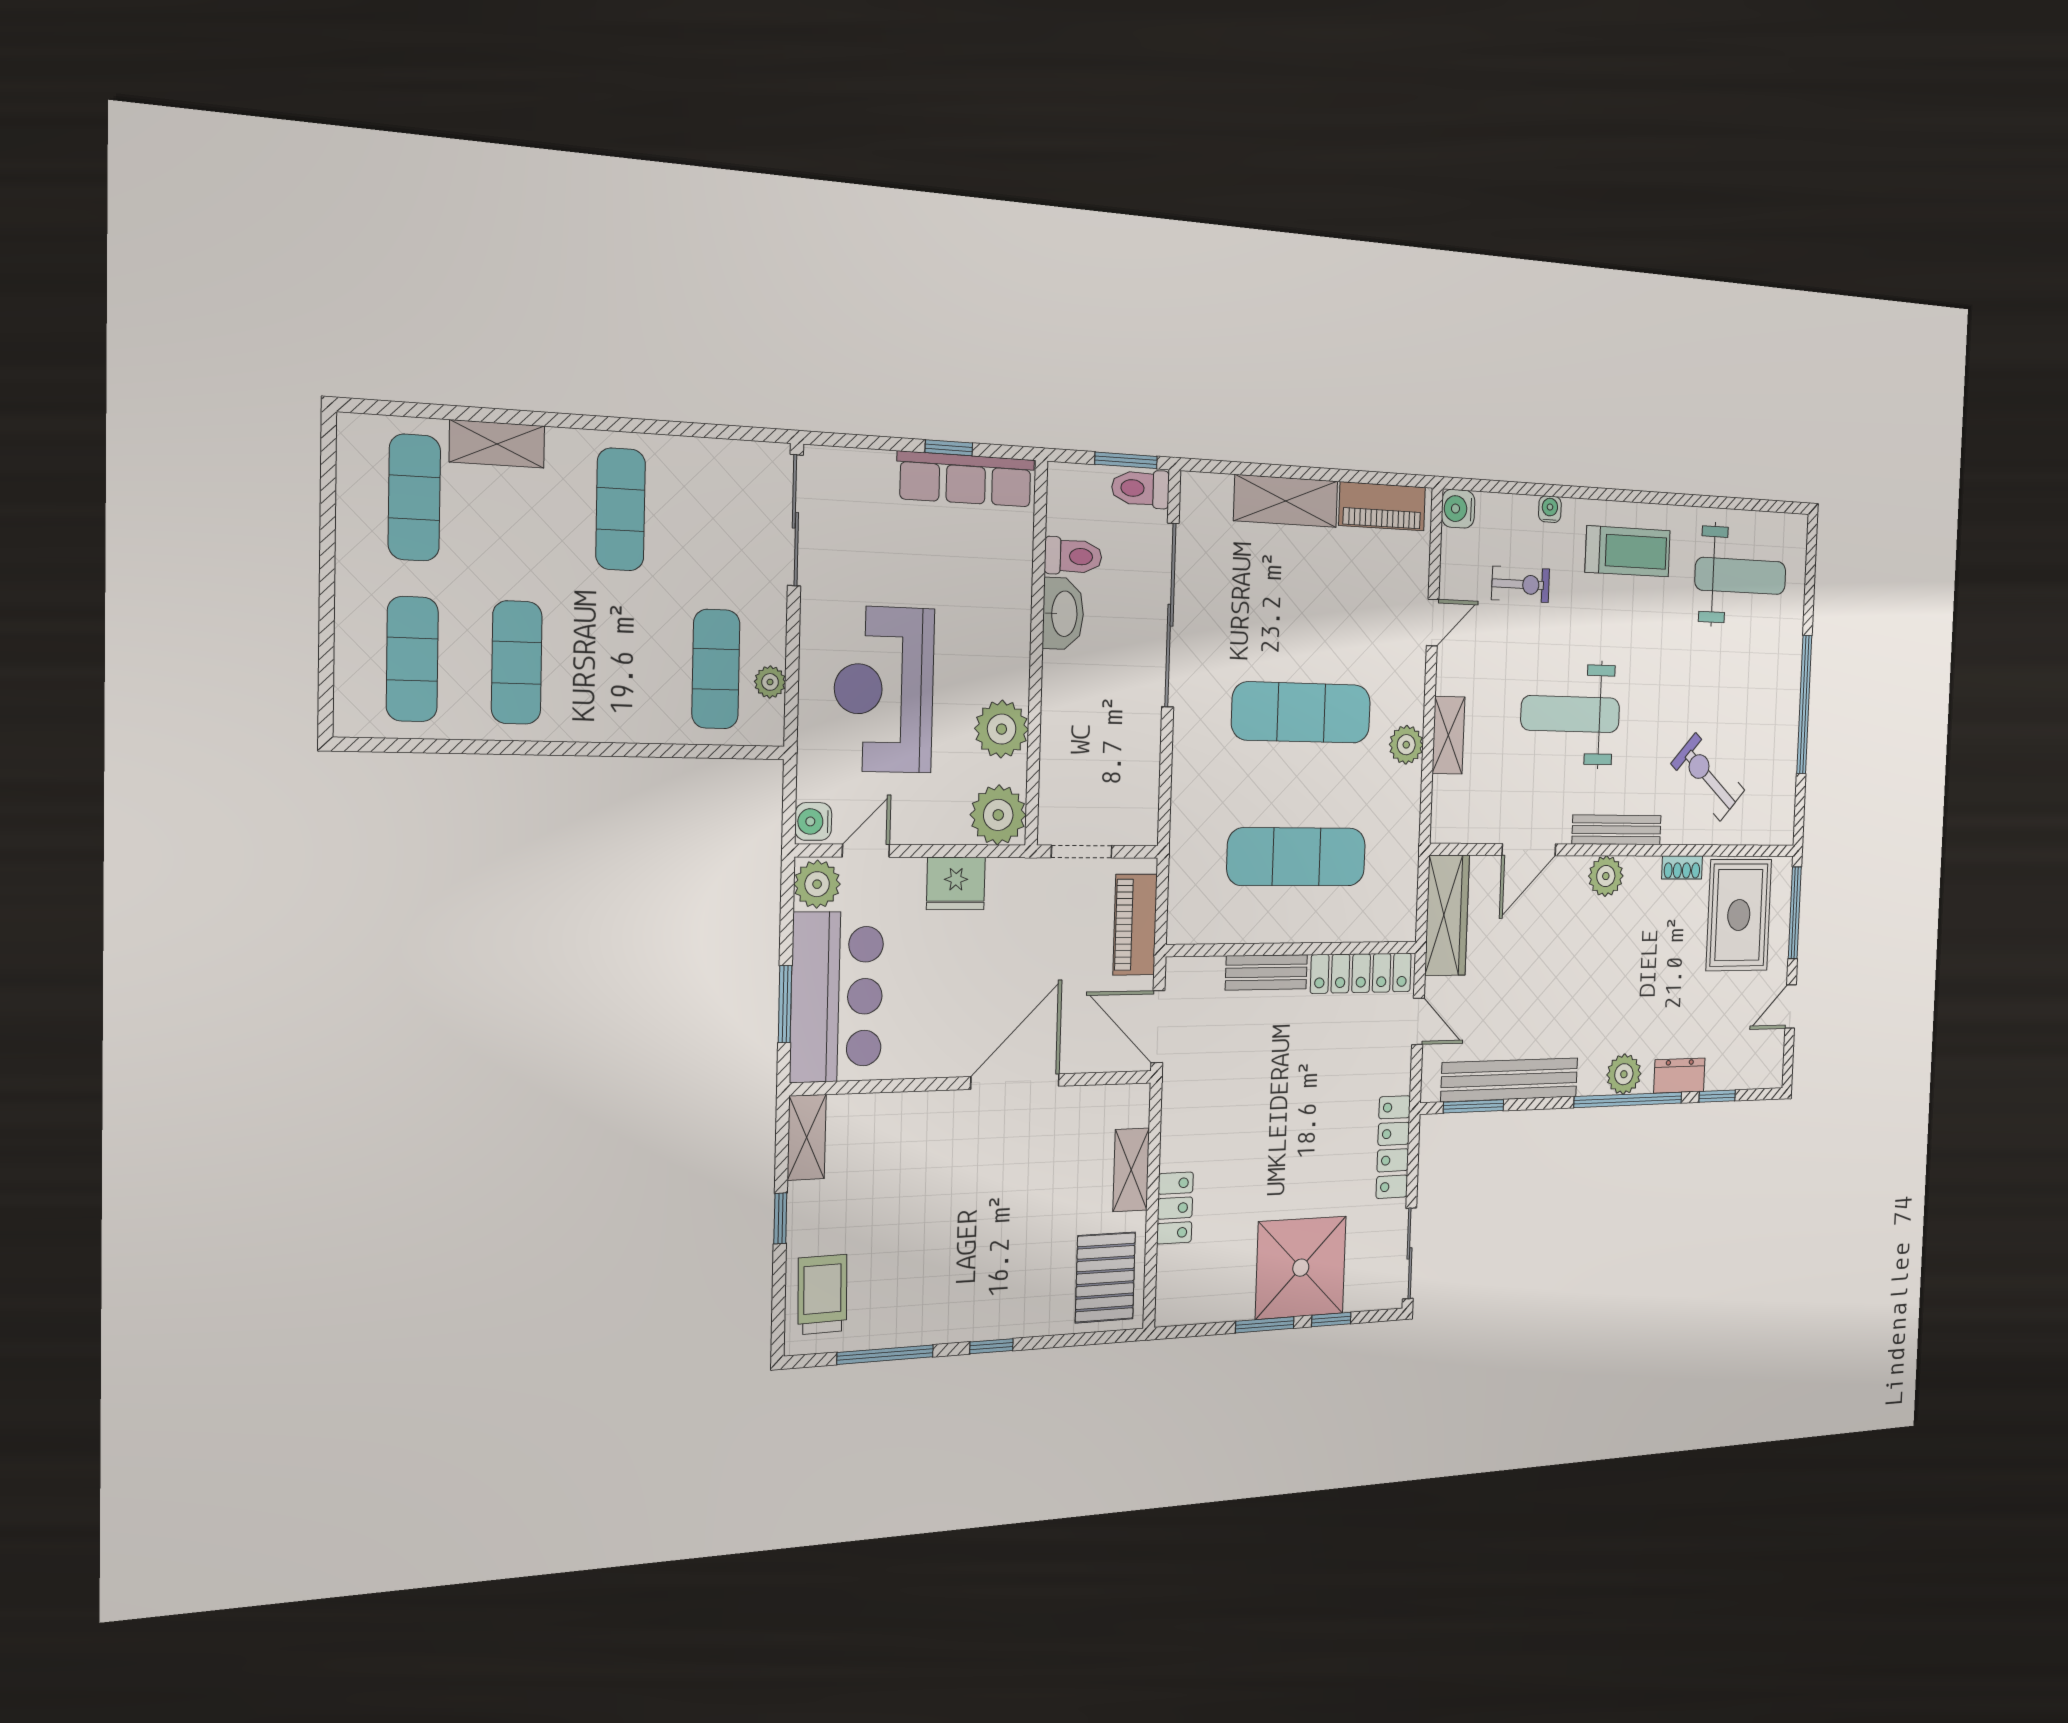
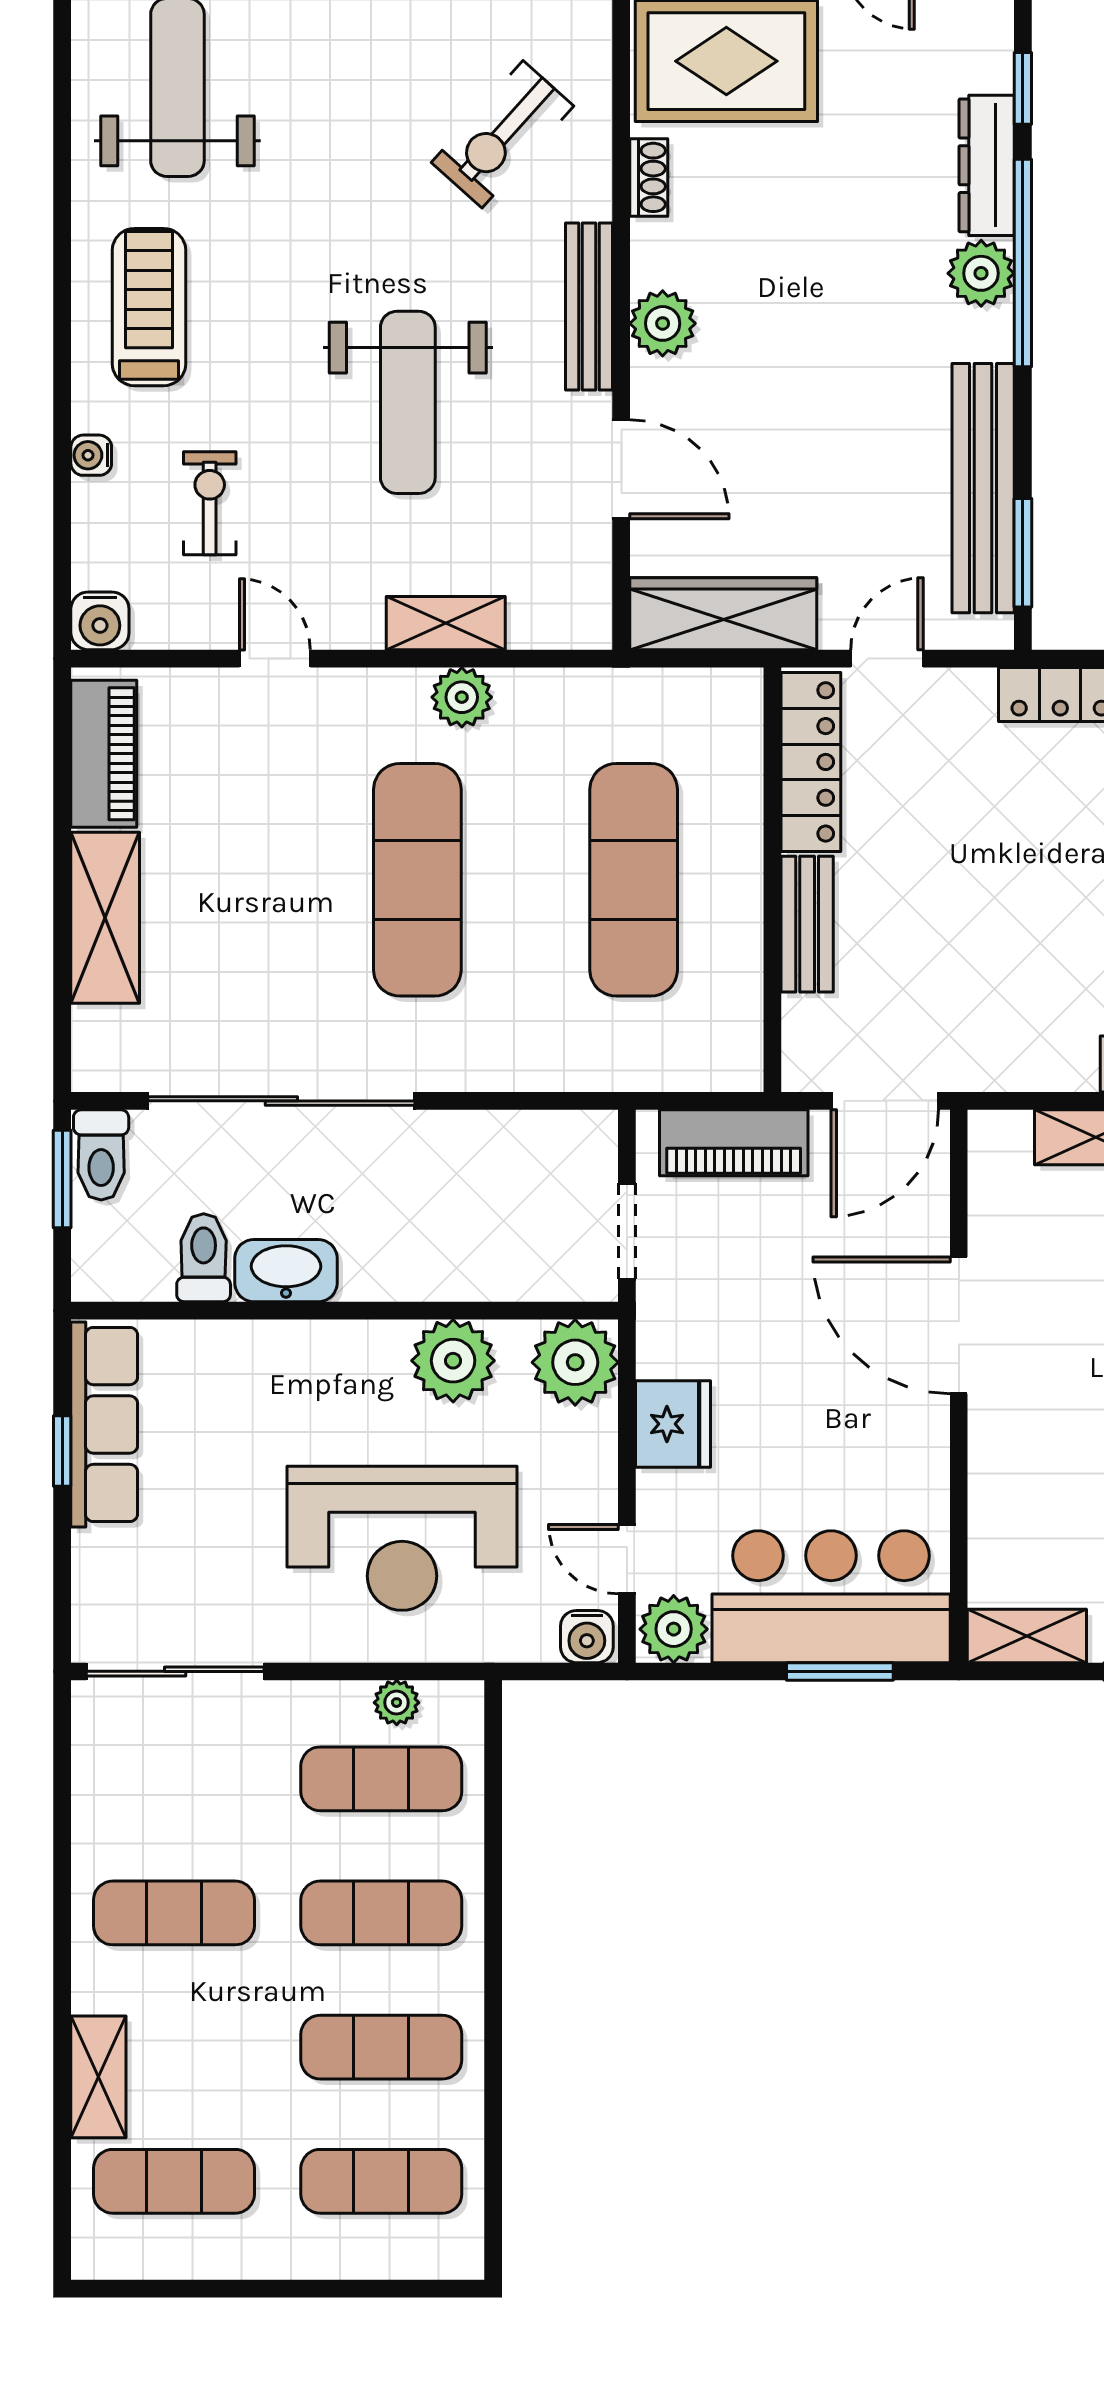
exercise mat: (618, 666) -> (381, 1913), added
dresser: (1679, 1076) -> (987, 165), width x1.44

